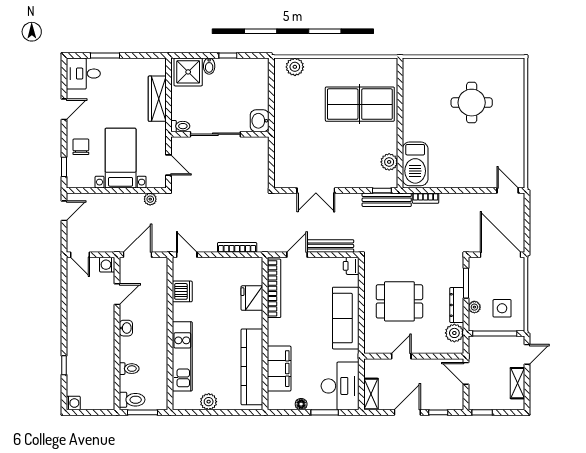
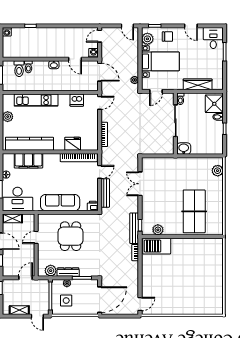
round table: (472, 103) -> (195, 281), removed
plant: (85, 179) -> (147, 39), added
door: (297, 255) -> (100, 172), hinge flipped
door: (401, 356) -> (36, 237), swing flipped
toilet: (132, 400) -> (19, 69), moved

